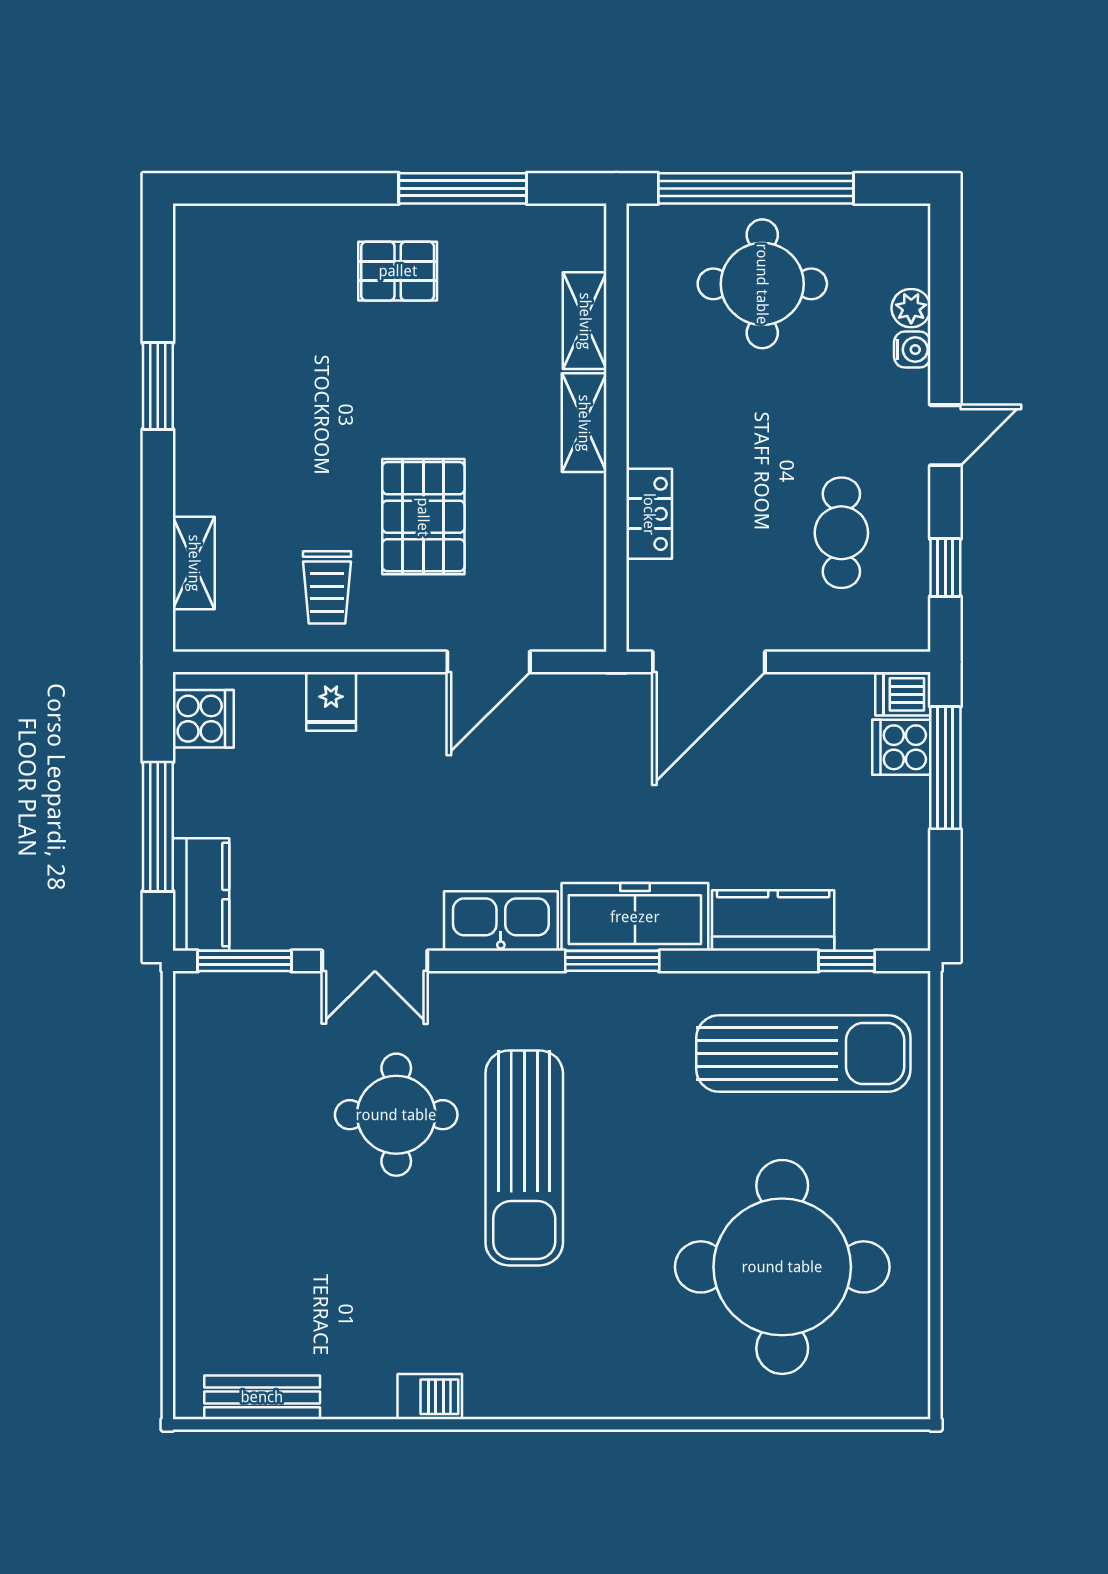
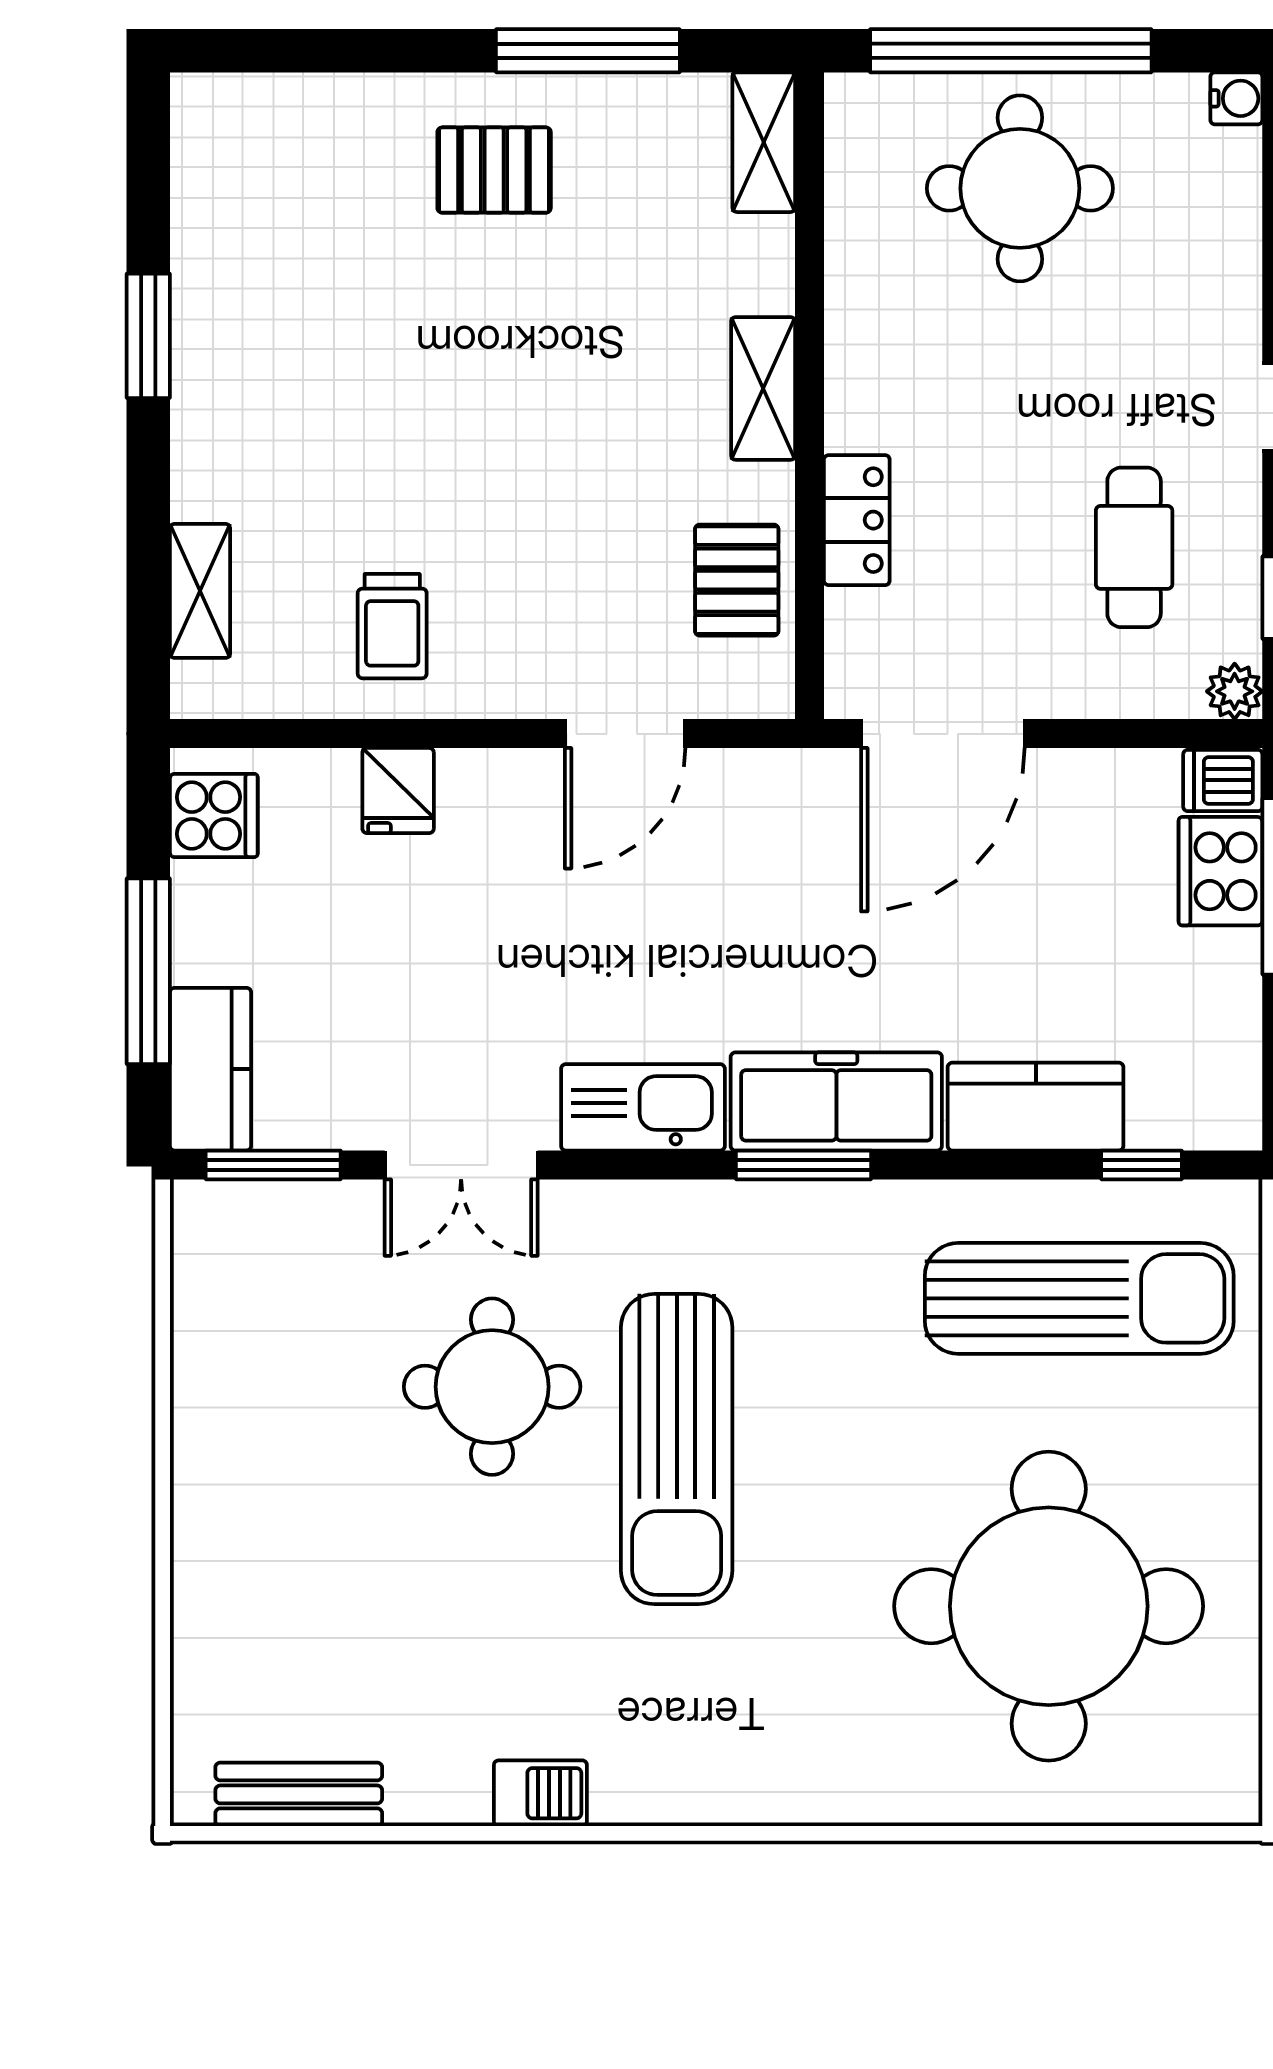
plant: (911, 308) -> (1235, 691), moved
shelving: (585, 321) -> (764, 142), moved
water cooler: (912, 350) -> (1236, 98), moved
pallet: (423, 517) -> (737, 580), moved, width x0.67, depth x0.71
cooker: (901, 747) -> (1221, 871), width x1.36

